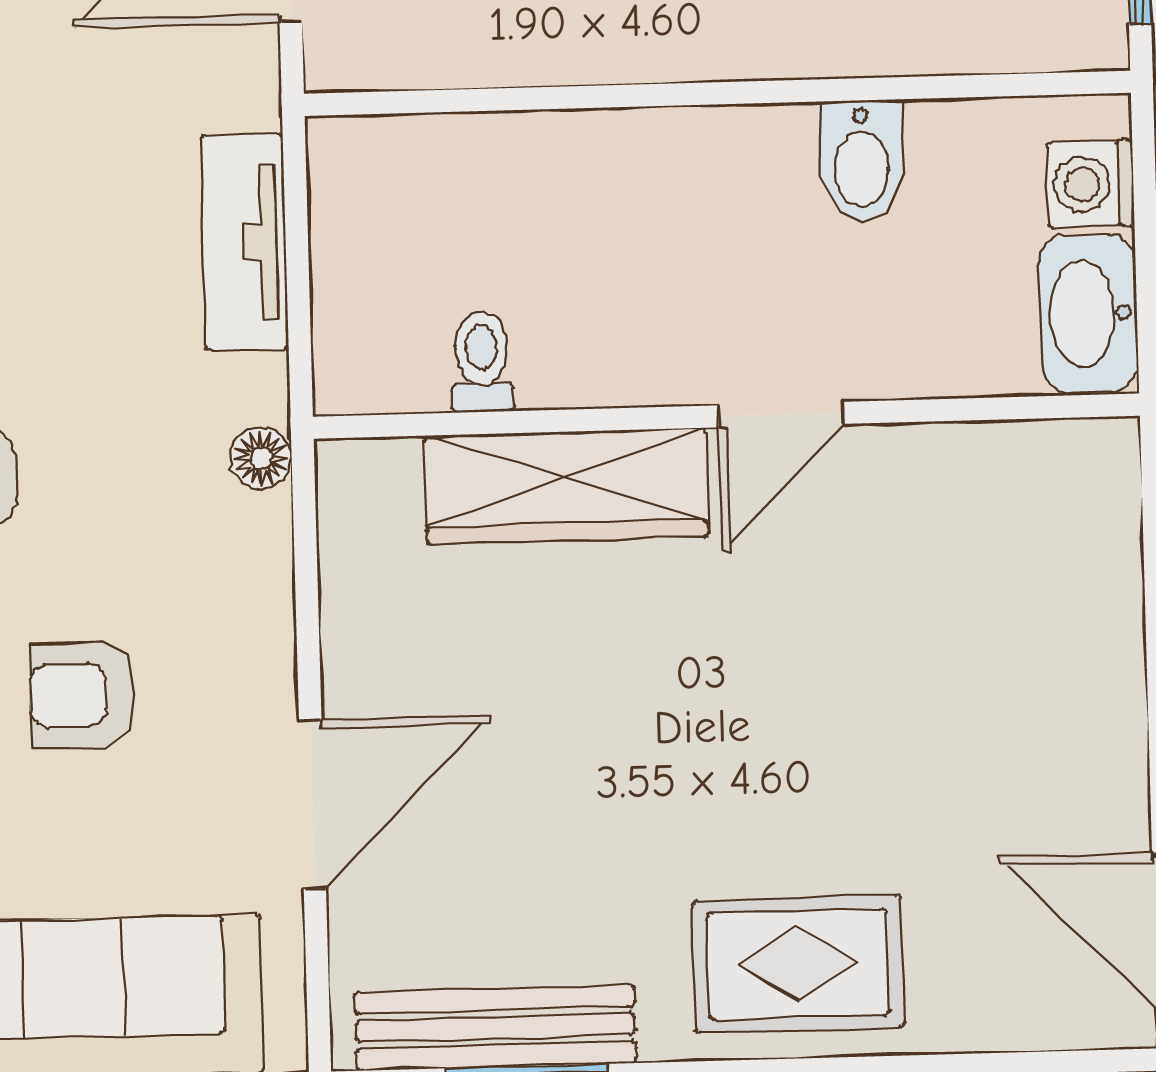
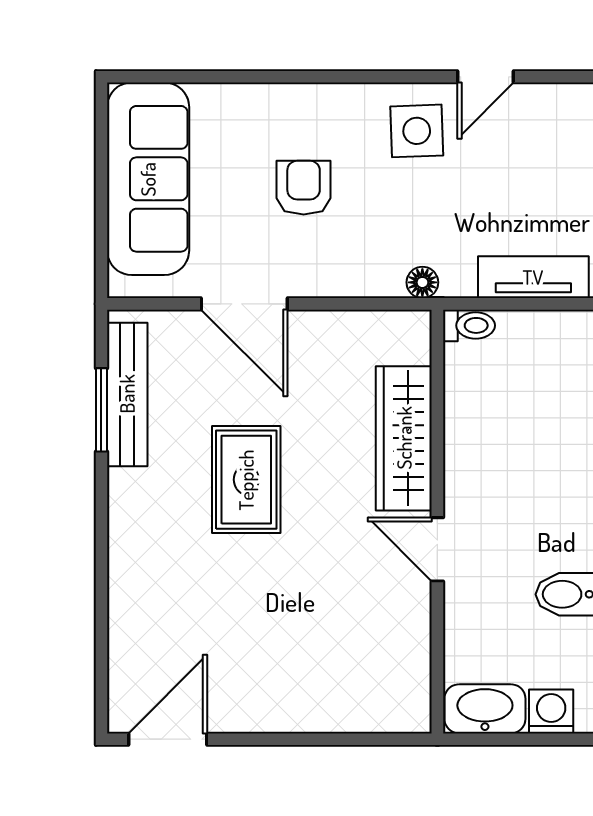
toilet: (482, 361) -> (469, 325), moved
rug: (798, 964) -> (246, 480), moved

